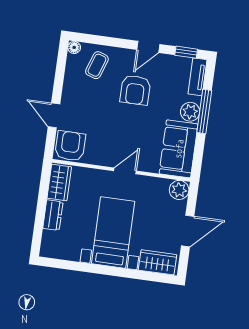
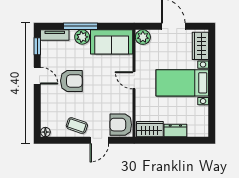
coffee table: (97, 65) -> (77, 126), moved

